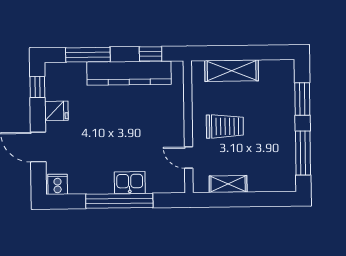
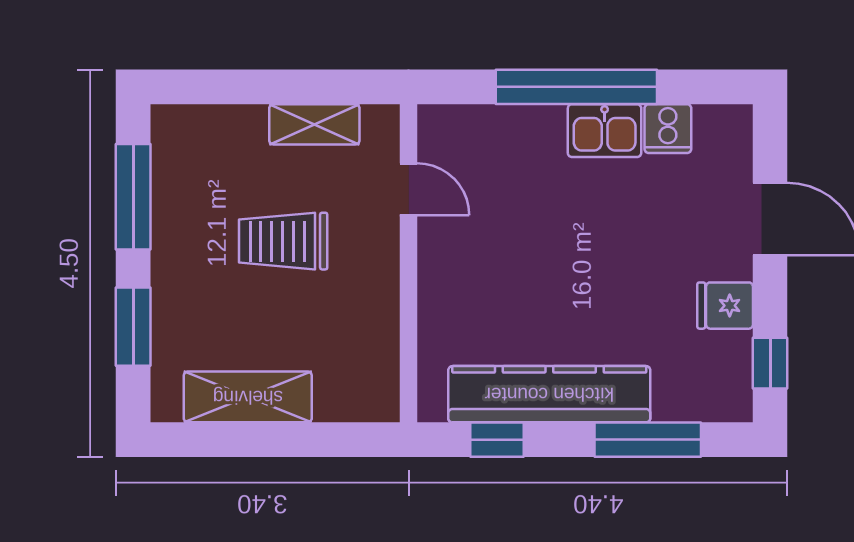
shelving: (232, 71) -> (248, 397), moved
trolley: (225, 126) -> (283, 241), moved
kitchen sink: (130, 183) -> (605, 131), moved
cooker: (58, 184) -> (668, 129), moved

